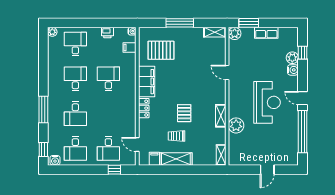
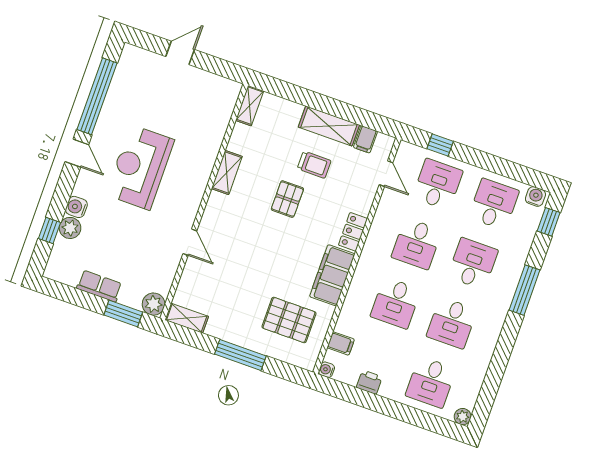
desk: (108, 114) -> (417, 244), added
plant: (236, 125) -> (207, 147), removed

